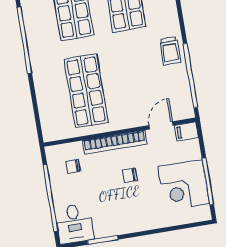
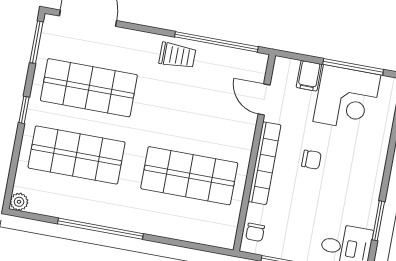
filing cabinet: (187, 131) -> (309, 76), moved
chair: (73, 166) -> (255, 232), moved
chair: (130, 175) -> (311, 160), turned -90

